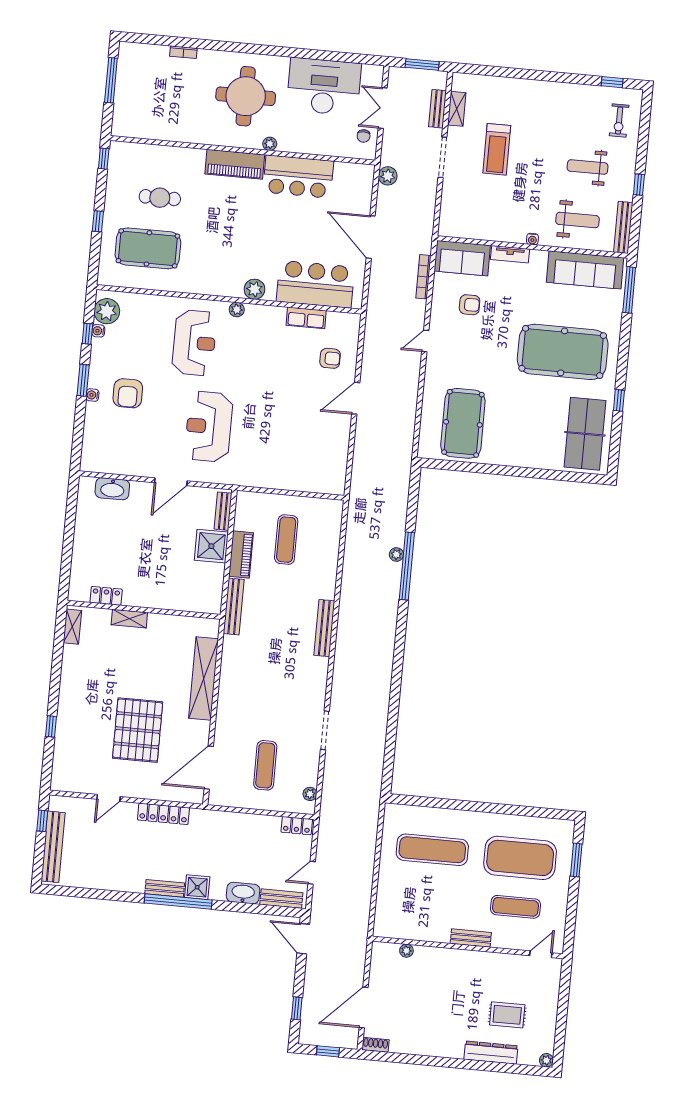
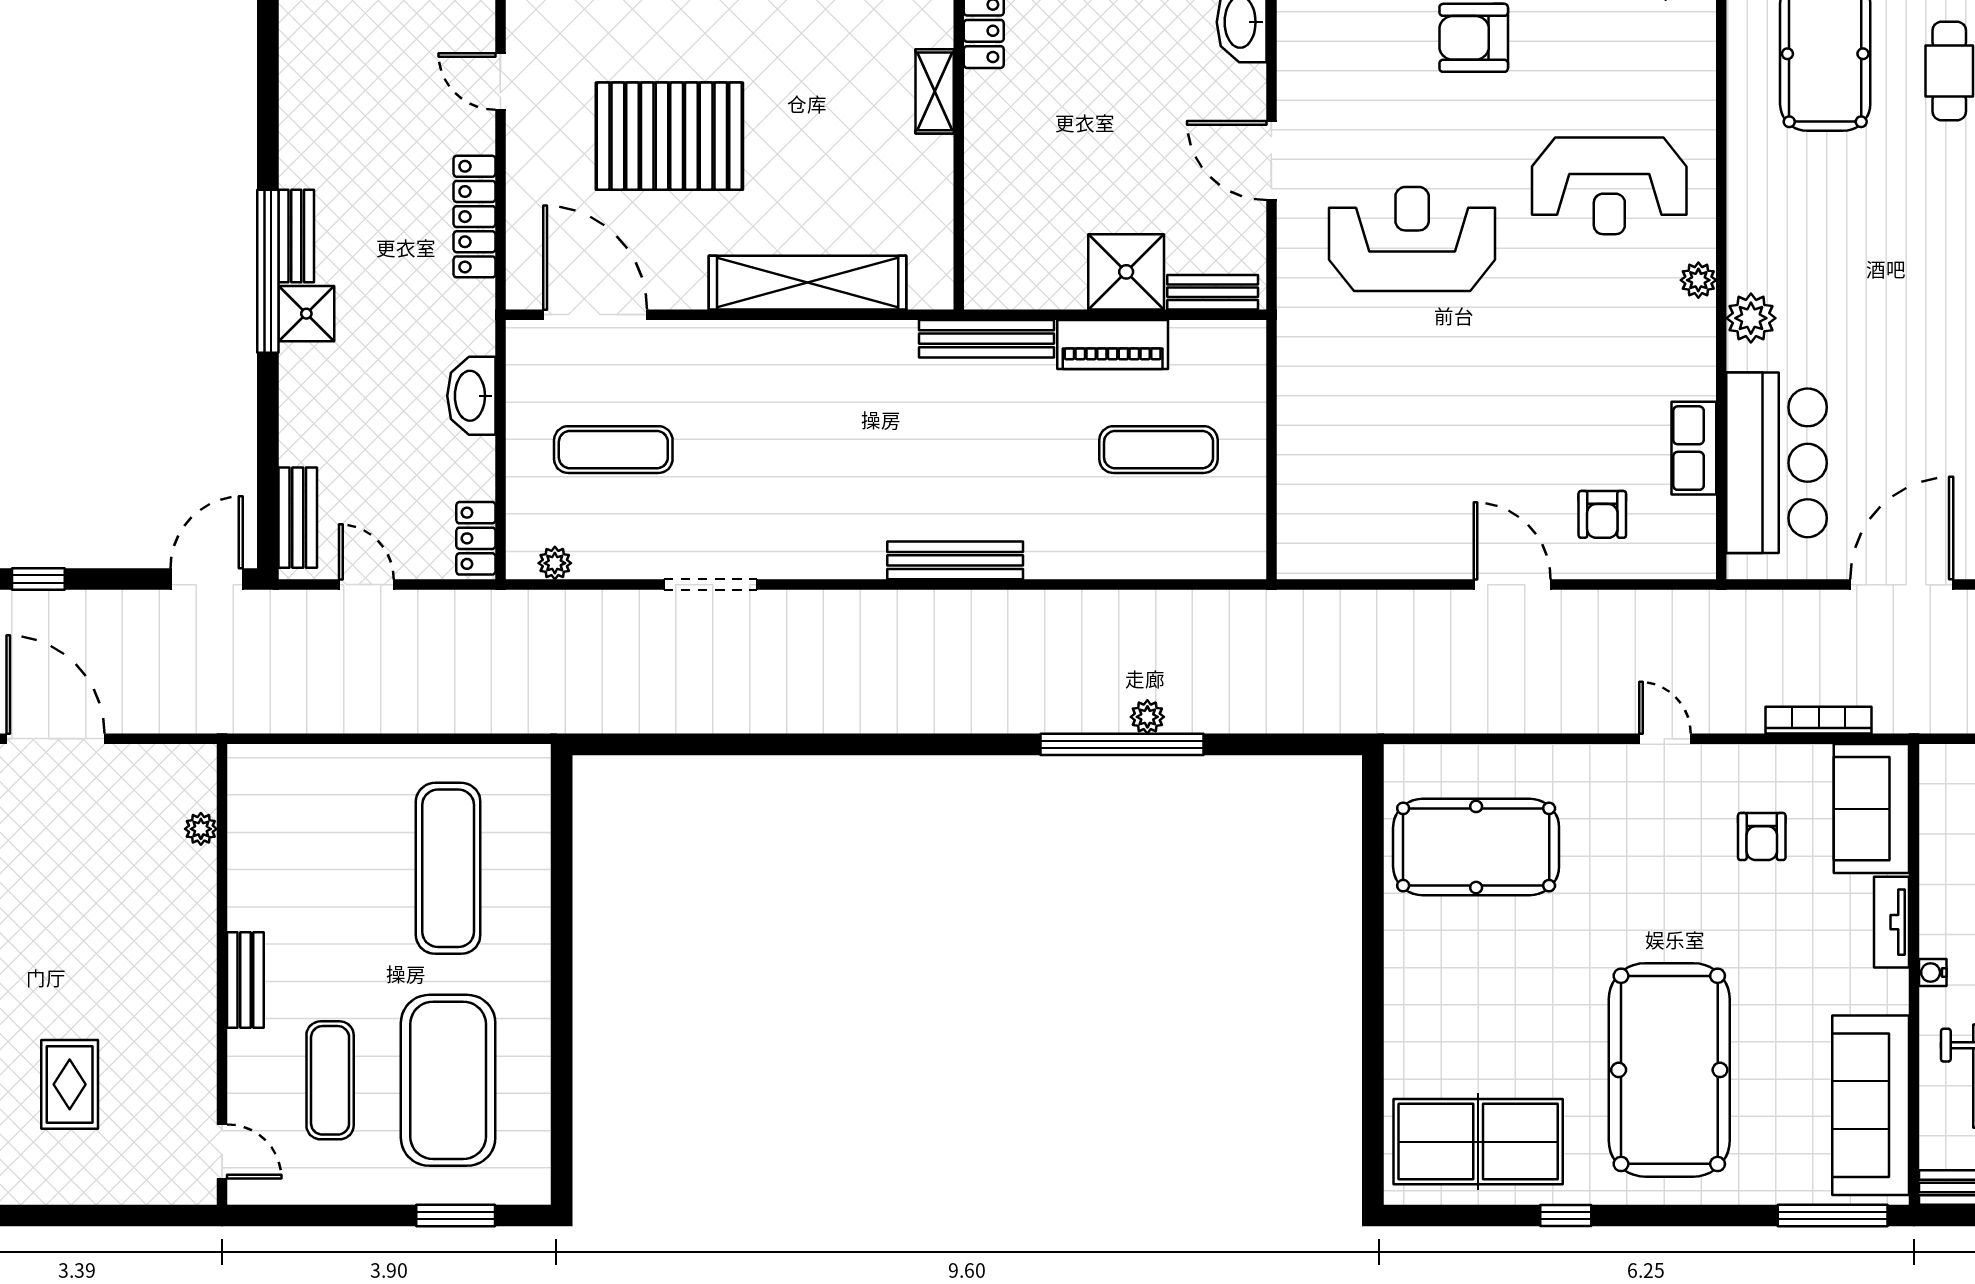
washbasin: (243, 893) -> (471, 396), moved, turned 180

